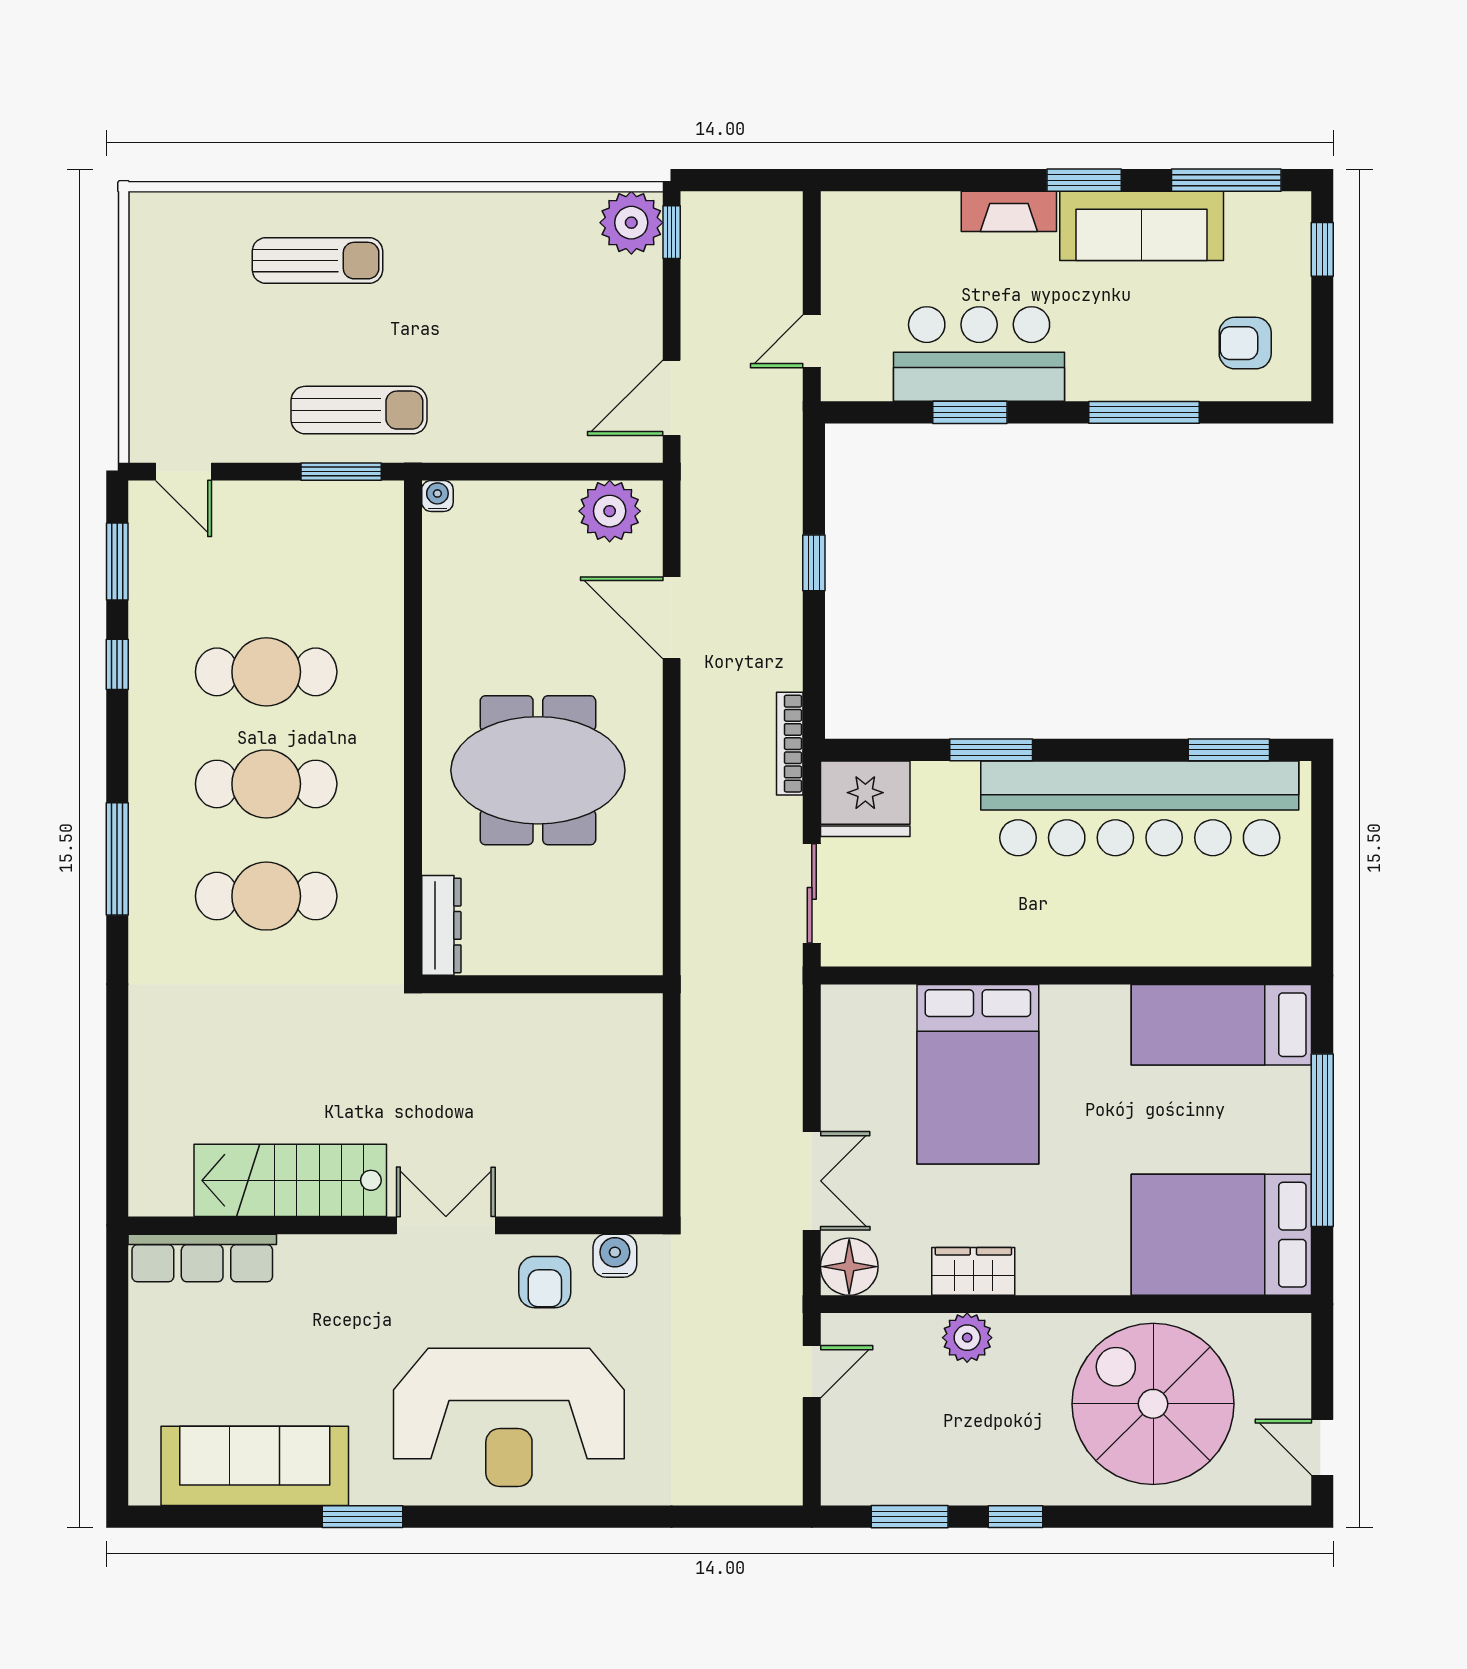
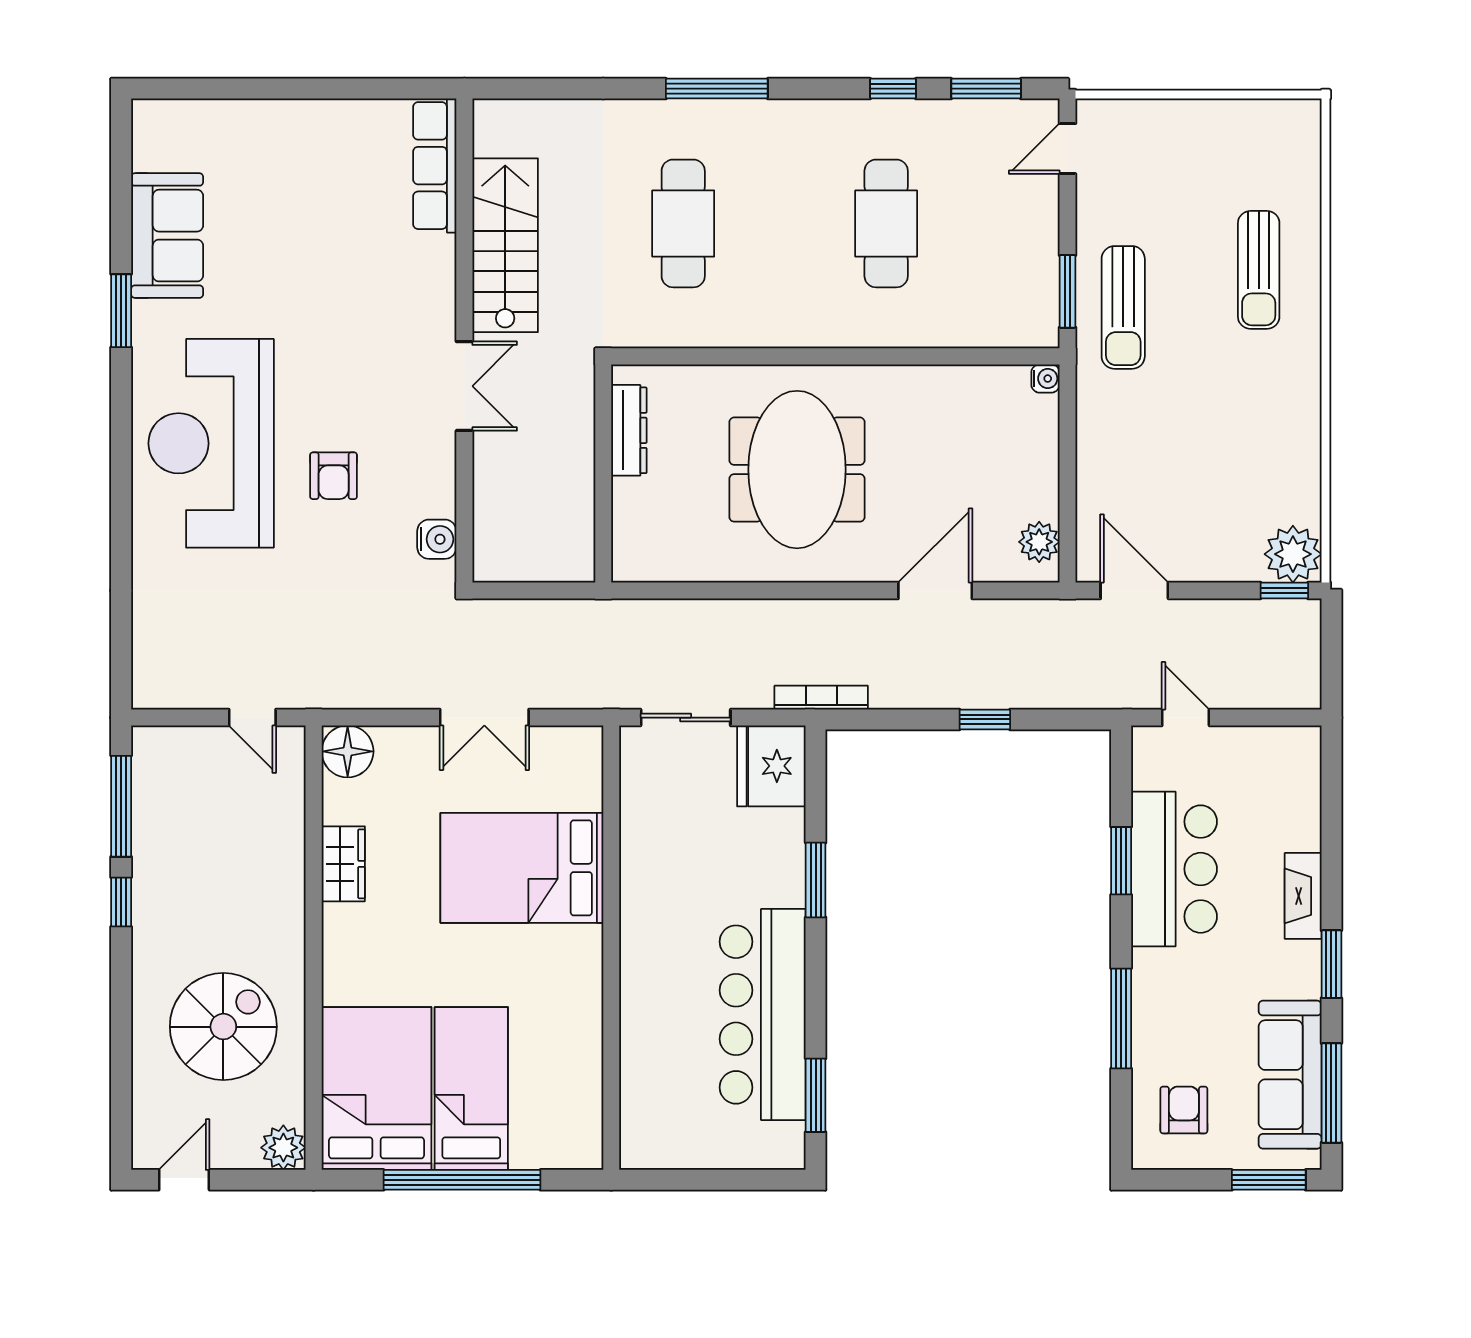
sofa: (1142, 226) -> (1290, 1075), moved
window: (1322, 249) -> (1269, 1180), width x1.50
plant: (610, 511) -> (1039, 542), width x0.73, depth x0.73
cafe table: (266, 784) -> (785, 223), removed
bar counter: (1140, 808) -> (763, 1015), width x0.73
dresser: (441, 925) -> (629, 430), moved, turned -90
bed: (1221, 1025) -> (471, 1088), moved
stairs: (290, 1180) -> (505, 245), moved
double door: (812, 1181) -> (484, 718), moved
wall: (395, 1225) -> (464, 341), moved
double door: (446, 1225) -> (464, 386), moved
water cooler: (615, 1256) -> (437, 539), moved
row of seats: (202, 1258) -> (435, 166), moved
armchair: (545, 1282) -> (334, 476), turned -90
plant: (967, 1338) -> (283, 1148), moved
spiral stairs: (1153, 1404) -> (223, 1027), width x0.73, depth x0.73
sofa: (255, 1466) -> (167, 236), width x0.73
window: (910, 1517) -> (121, 806), width x1.44

